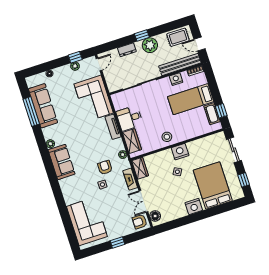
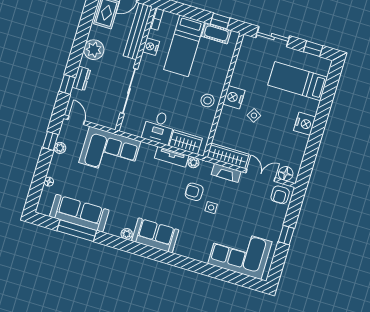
window: (142, 36) -> (67, 84), moved
tv unit: (113, 127) -> (172, 157), moved
wardrobe: (140, 168) -> (228, 156), width x1.50
bed: (213, 185) -> (298, 81), width x0.67
double door: (143, 201) -> (261, 175), swing flipped

